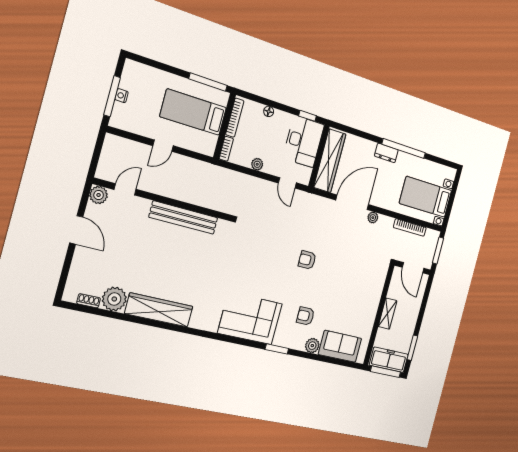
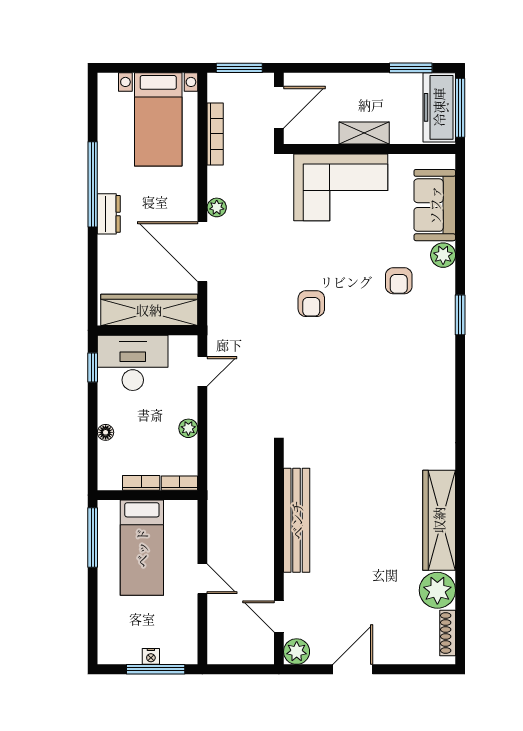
bookcase: (235, 118) -> (141, 483), width x0.64
shoe rack: (89, 301) -> (448, 633), width x1.43
corner sofa: (250, 318) -> (341, 187), moved, turned -90

